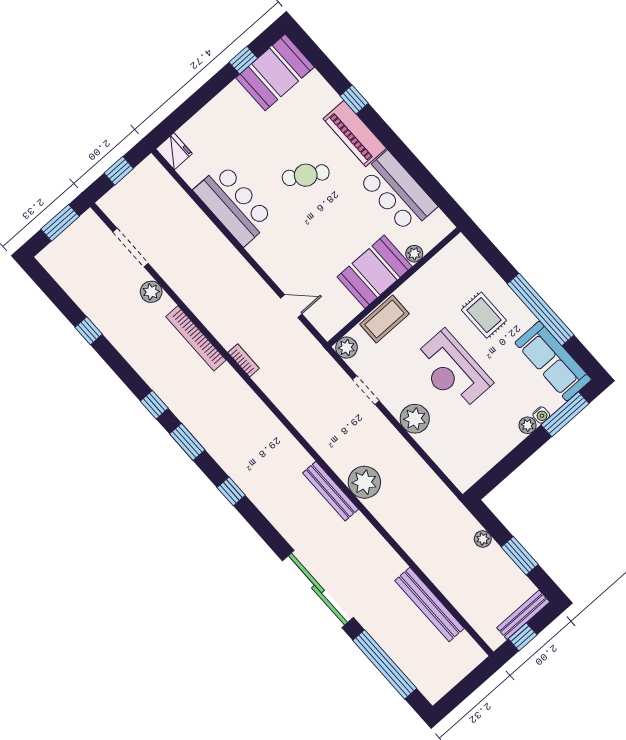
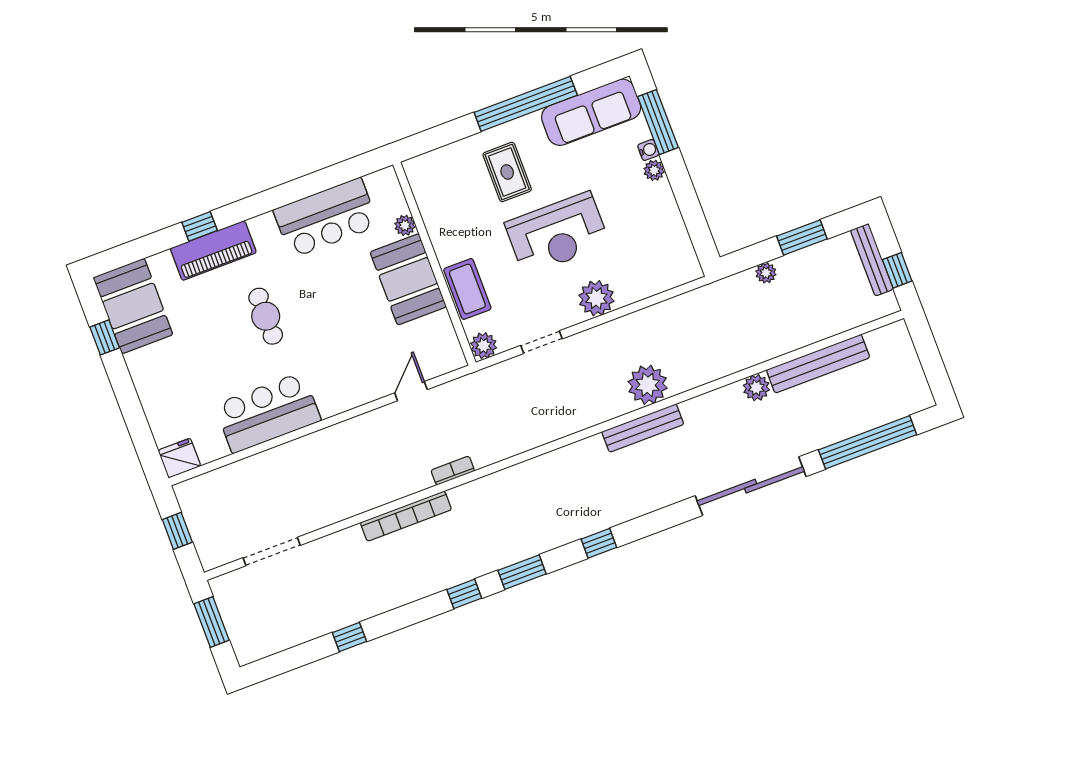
piano: (355, 133) -> (213, 251), moved
cafe table: (306, 175) -> (266, 316), turned -32
plant: (151, 292) -> (756, 388), moved
rug: (484, 315) -> (507, 172), turned 90

